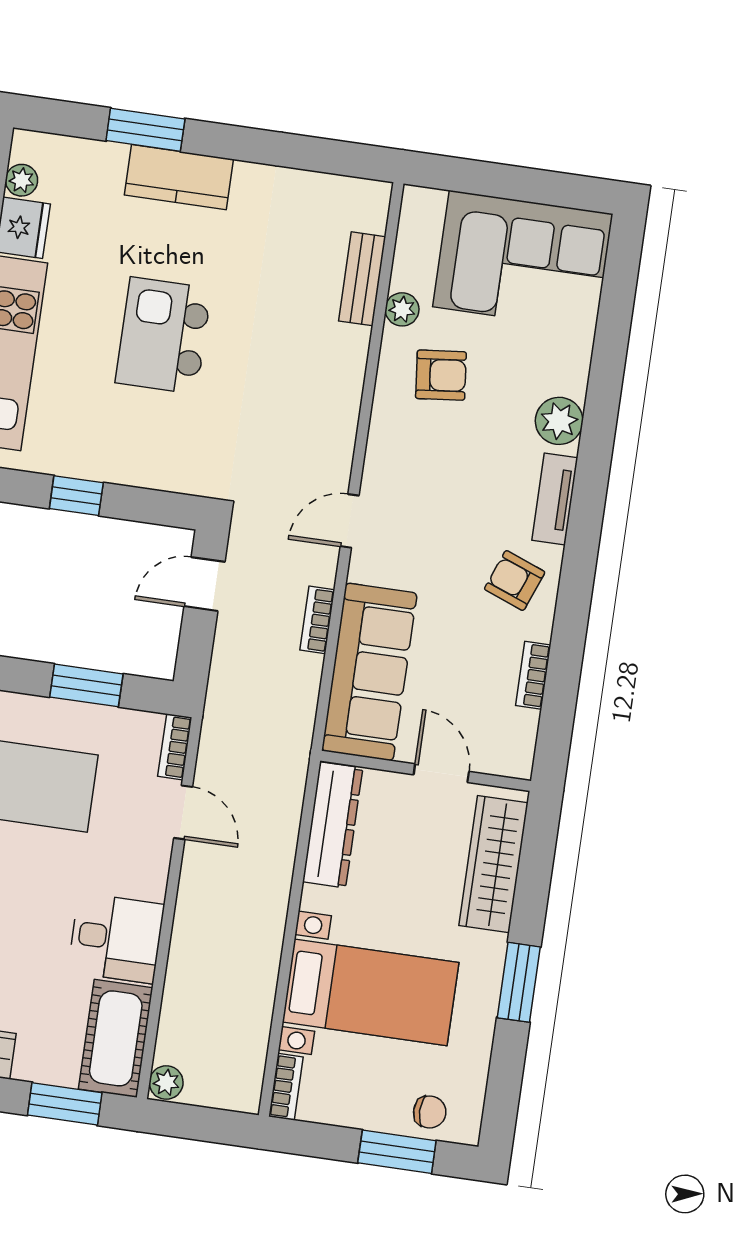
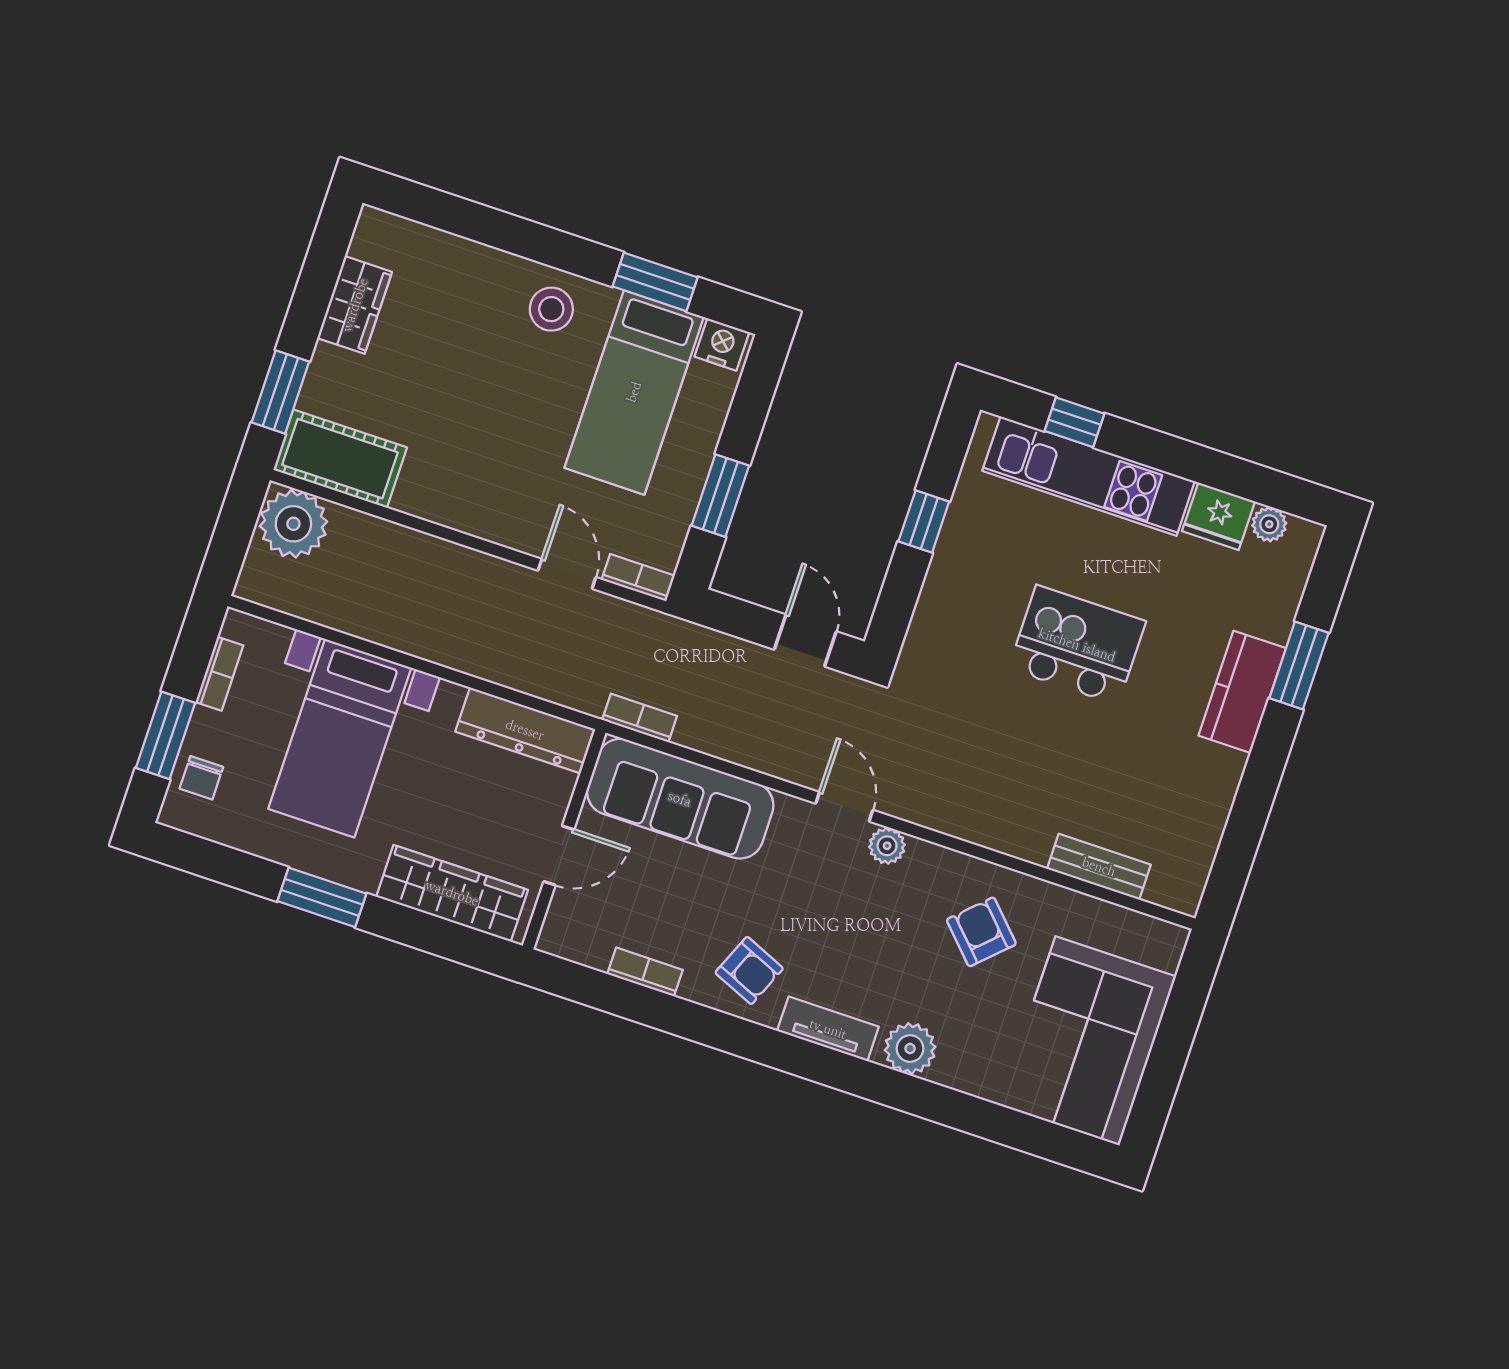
plant: (402, 309) -> (887, 846), moved
armchair: (441, 375) -> (981, 932), turned 142
armchair: (515, 580) -> (749, 970), turned 92
bookcase: (317, 620) -> (640, 718), moved
door: (183, 812) -> (567, 574), swing flipped
desk: (116, 938) -> (446, 478), removed
plant: (166, 1083) -> (293, 524), width x1.87, depth x1.87
bookcase: (286, 1087) -> (219, 674), moved, turned -90

